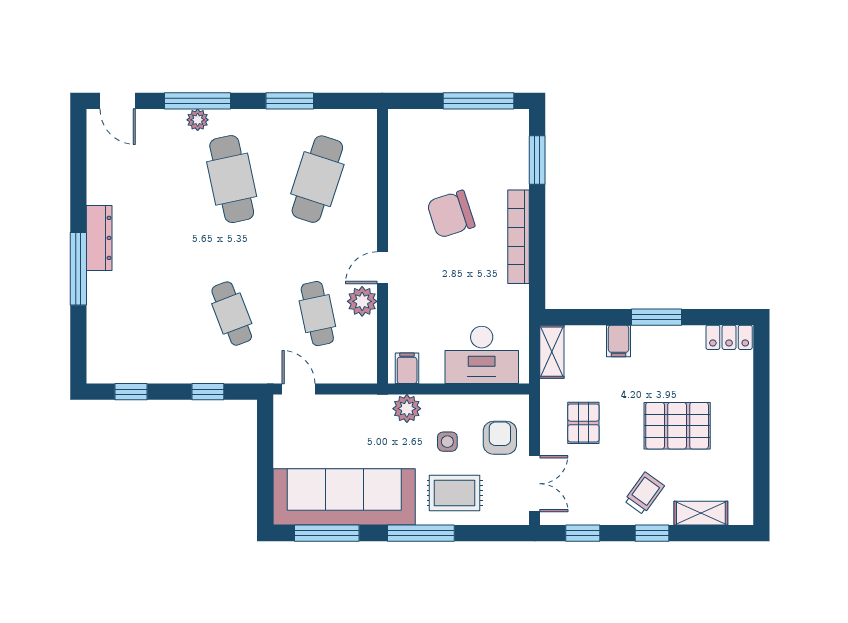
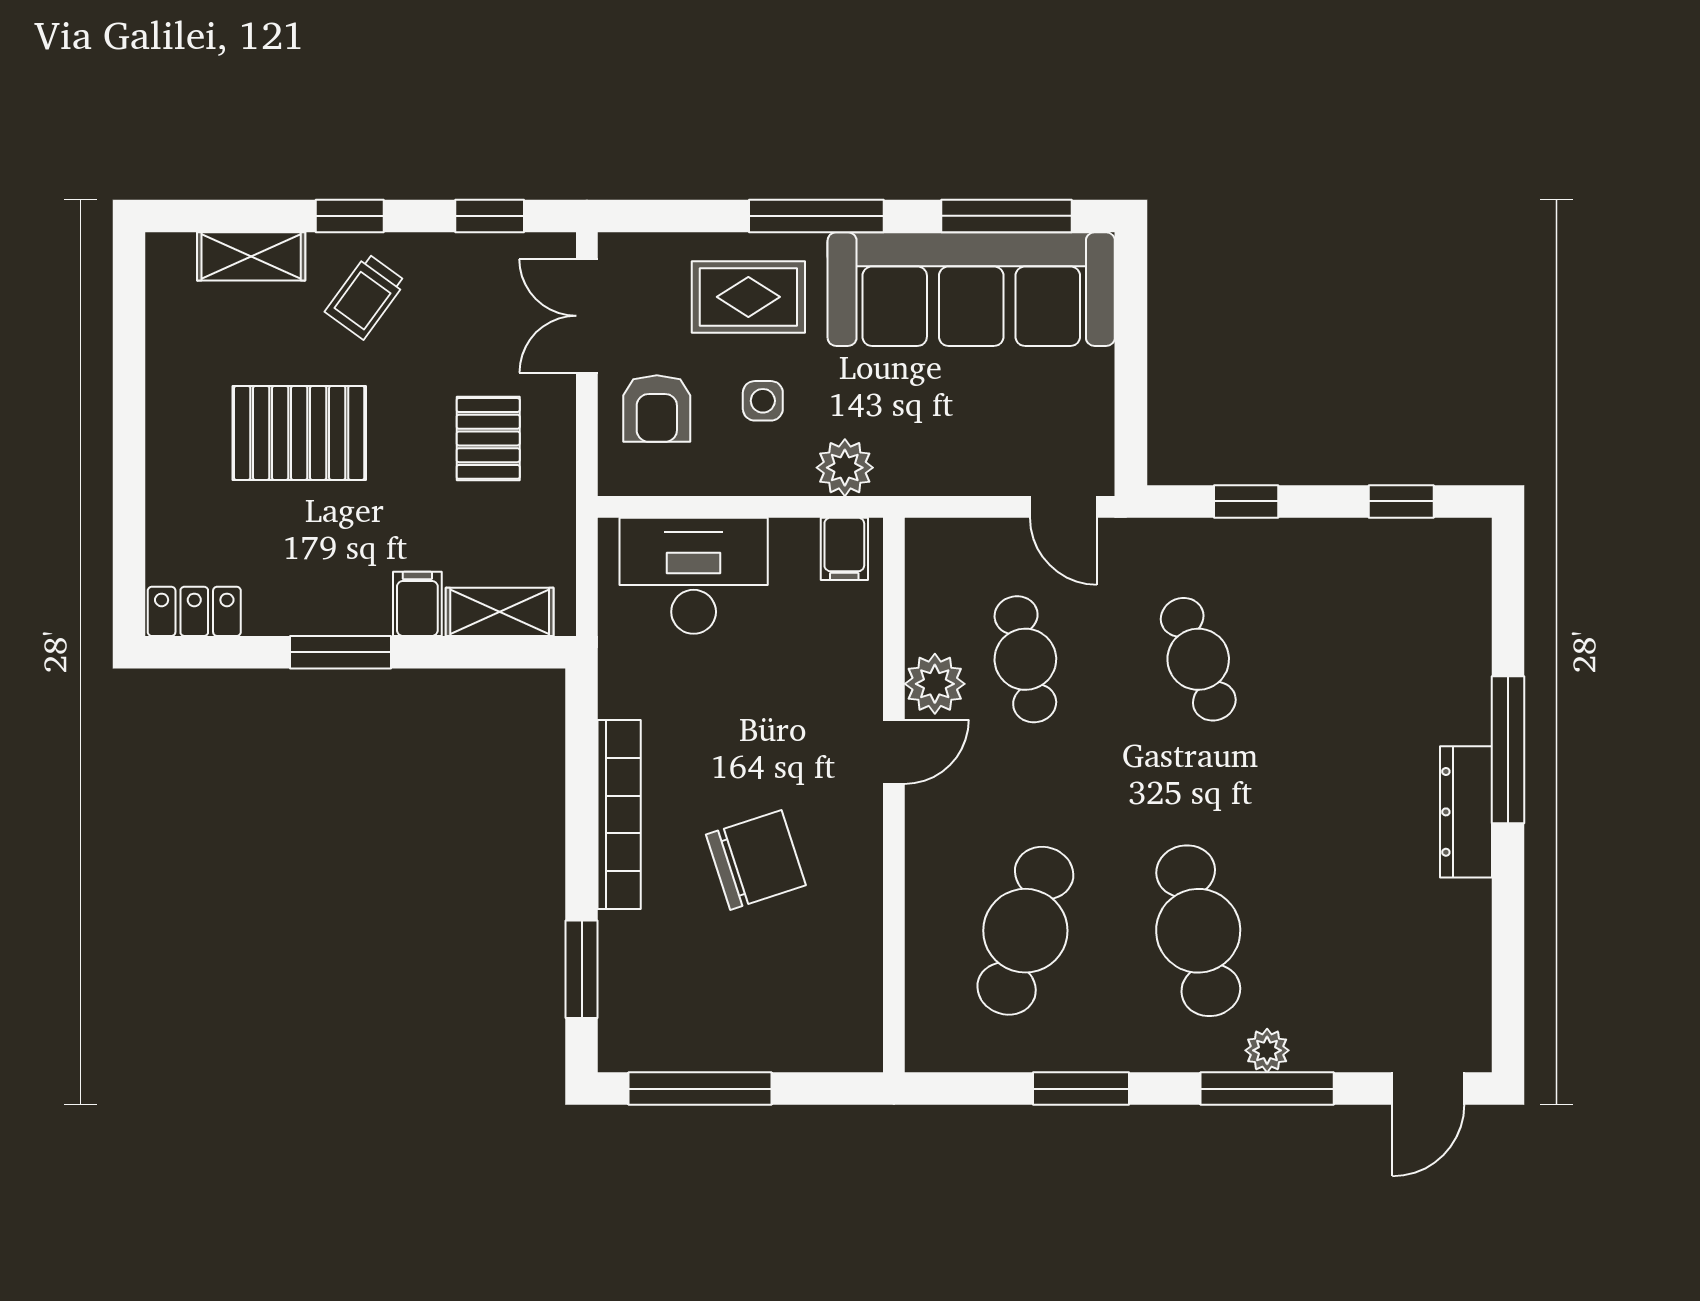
door: (118, 101) -> (1428, 1089), swing flipped
shelving: (552, 352) -> (500, 612), moved, turned 90

